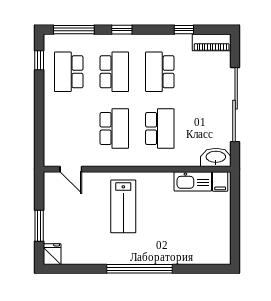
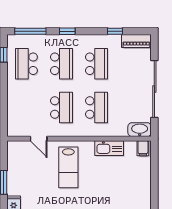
school desk: (160, 72) -> (97, 64), turned 180
door: (71, 169) -> (39, 139), moved
kitchen sink: (193, 181) -> (109, 148), moved

